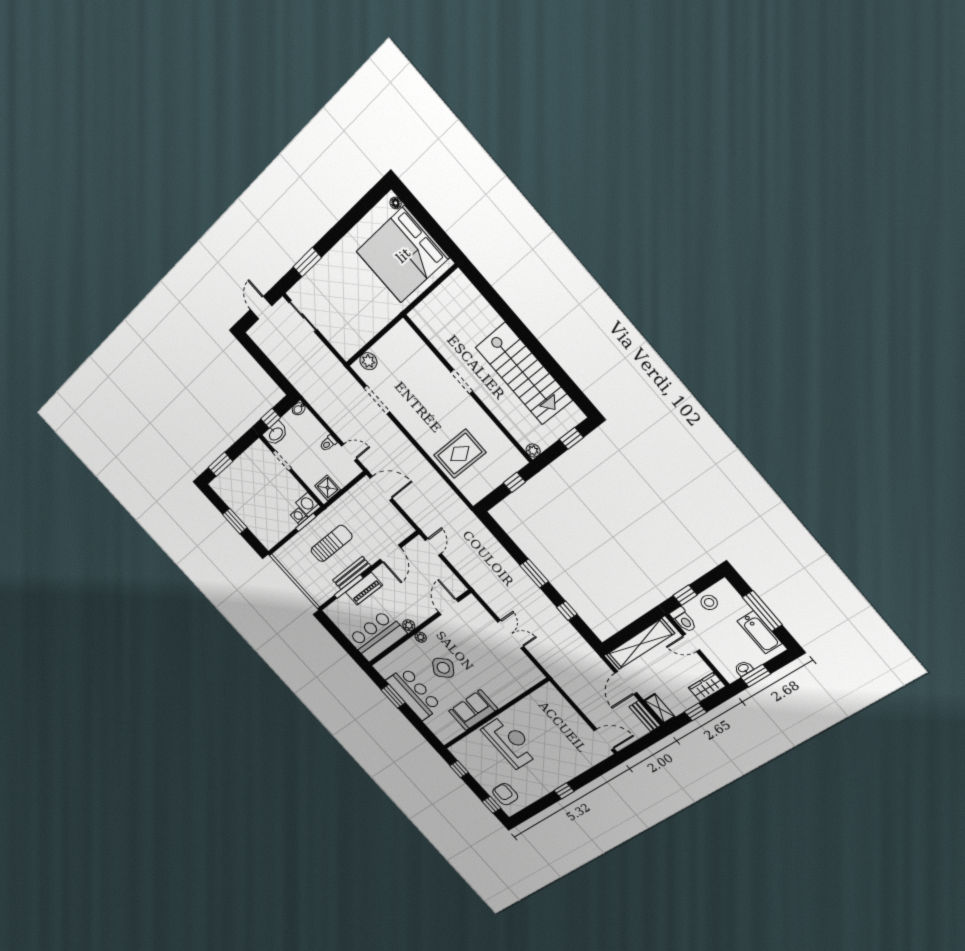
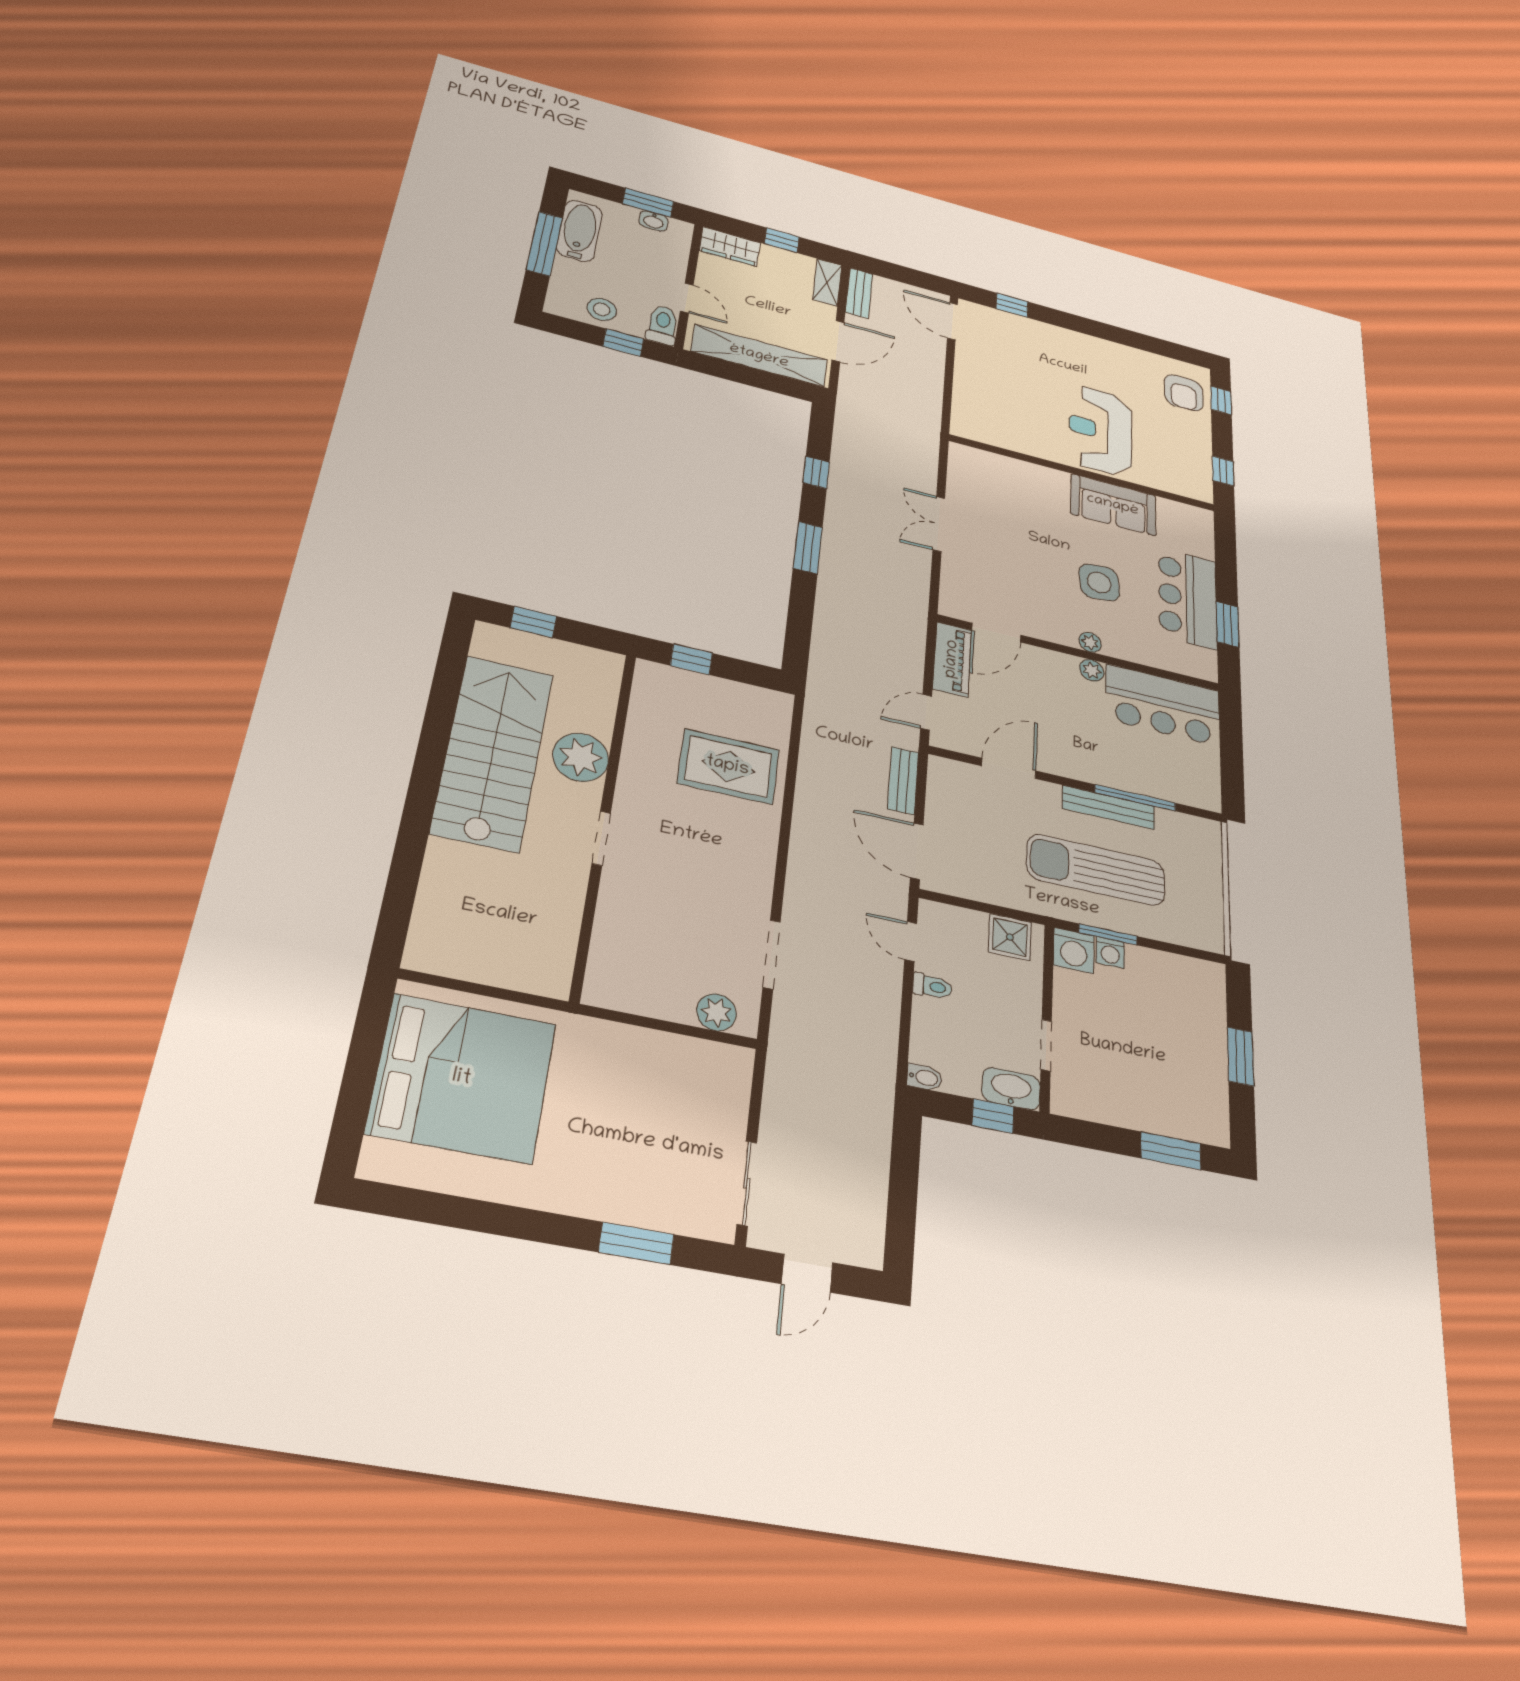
floor lamp: (396, 203) -> (374, 1153), removed
plant: (533, 451) -> (581, 757), moved, width x1.87, depth x1.87
bench: (411, 511) -> (903, 781), added
sun lounger: (332, 543) -> (1096, 870), width x1.36, depth x1.34
piano: (364, 589) -> (952, 659), moved, turned 90
side table: (443, 668) -> (1099, 582), turned 45
window: (564, 791) -> (1012, 305), moved

